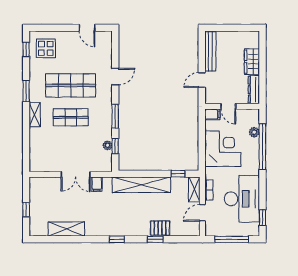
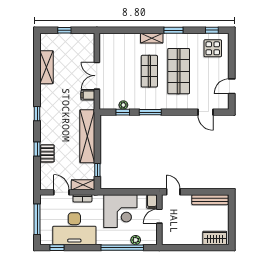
wardrobe: (252, 62) -> (215, 238), moved
door: (115, 77) -> (205, 112), moved
door: (202, 80) -> (173, 192), moved
dresser: (254, 90) -> (175, 240), removed

